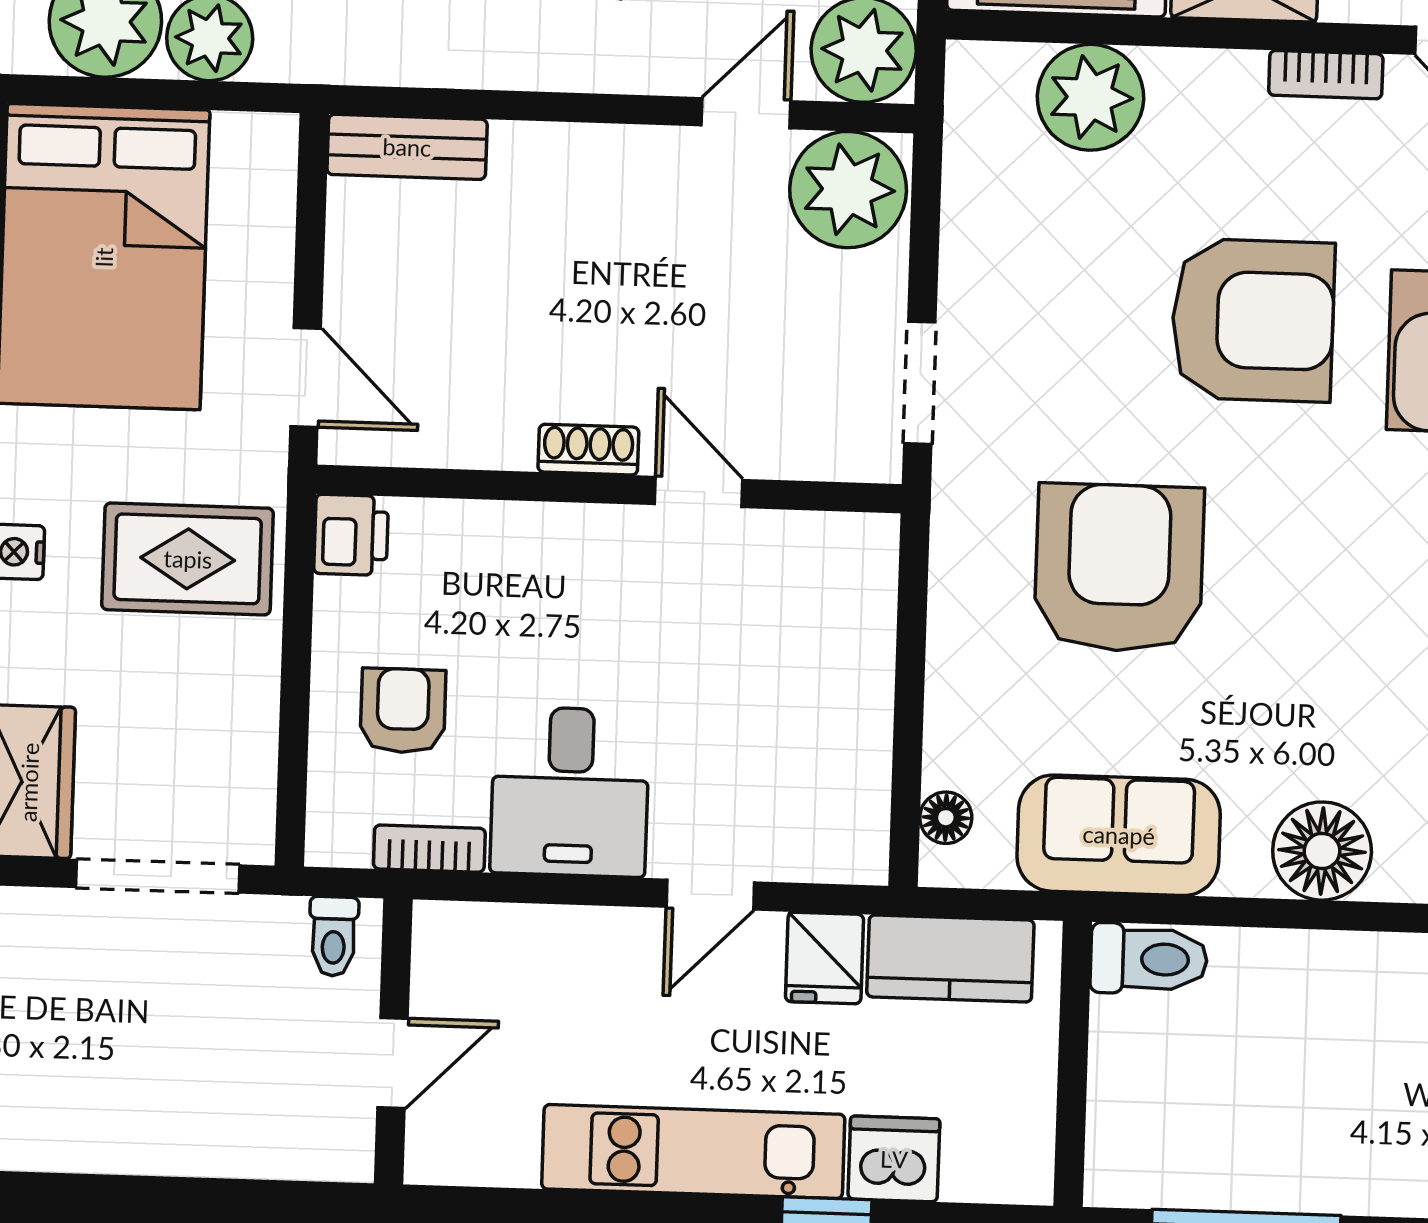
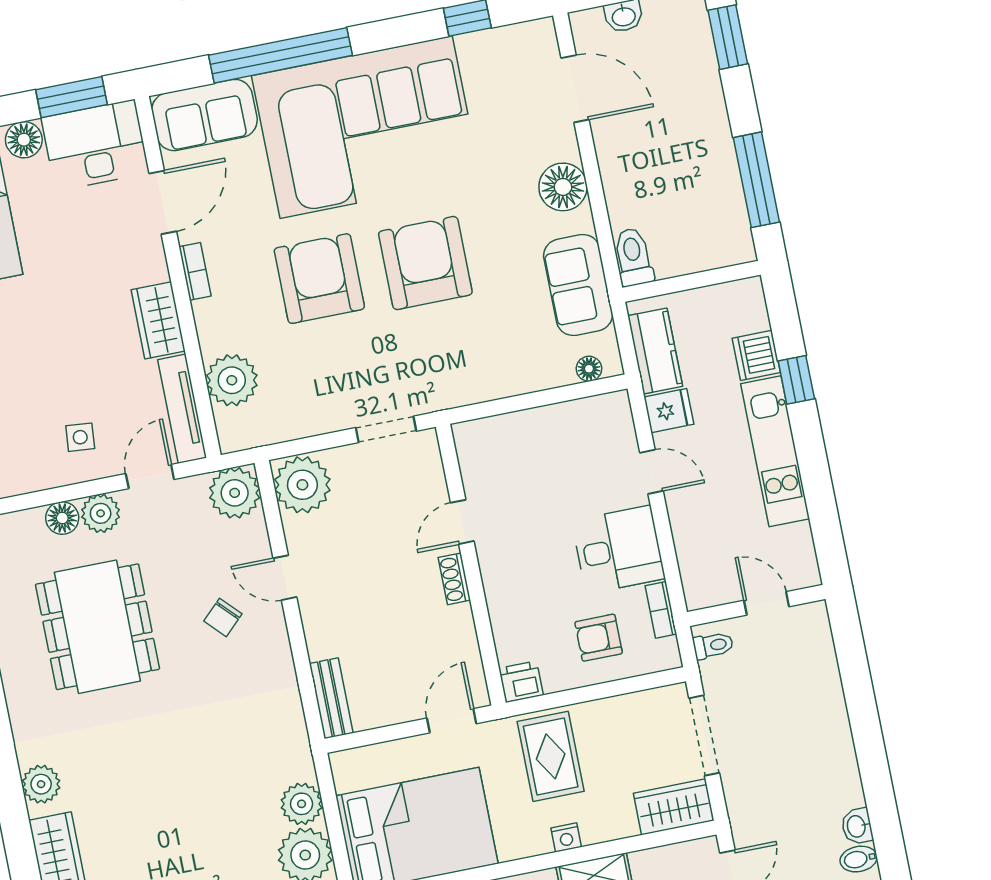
door: (746, 113) -> (285, 578), moved
armchair: (1119, 568) -> (425, 263), moved, turned 90

